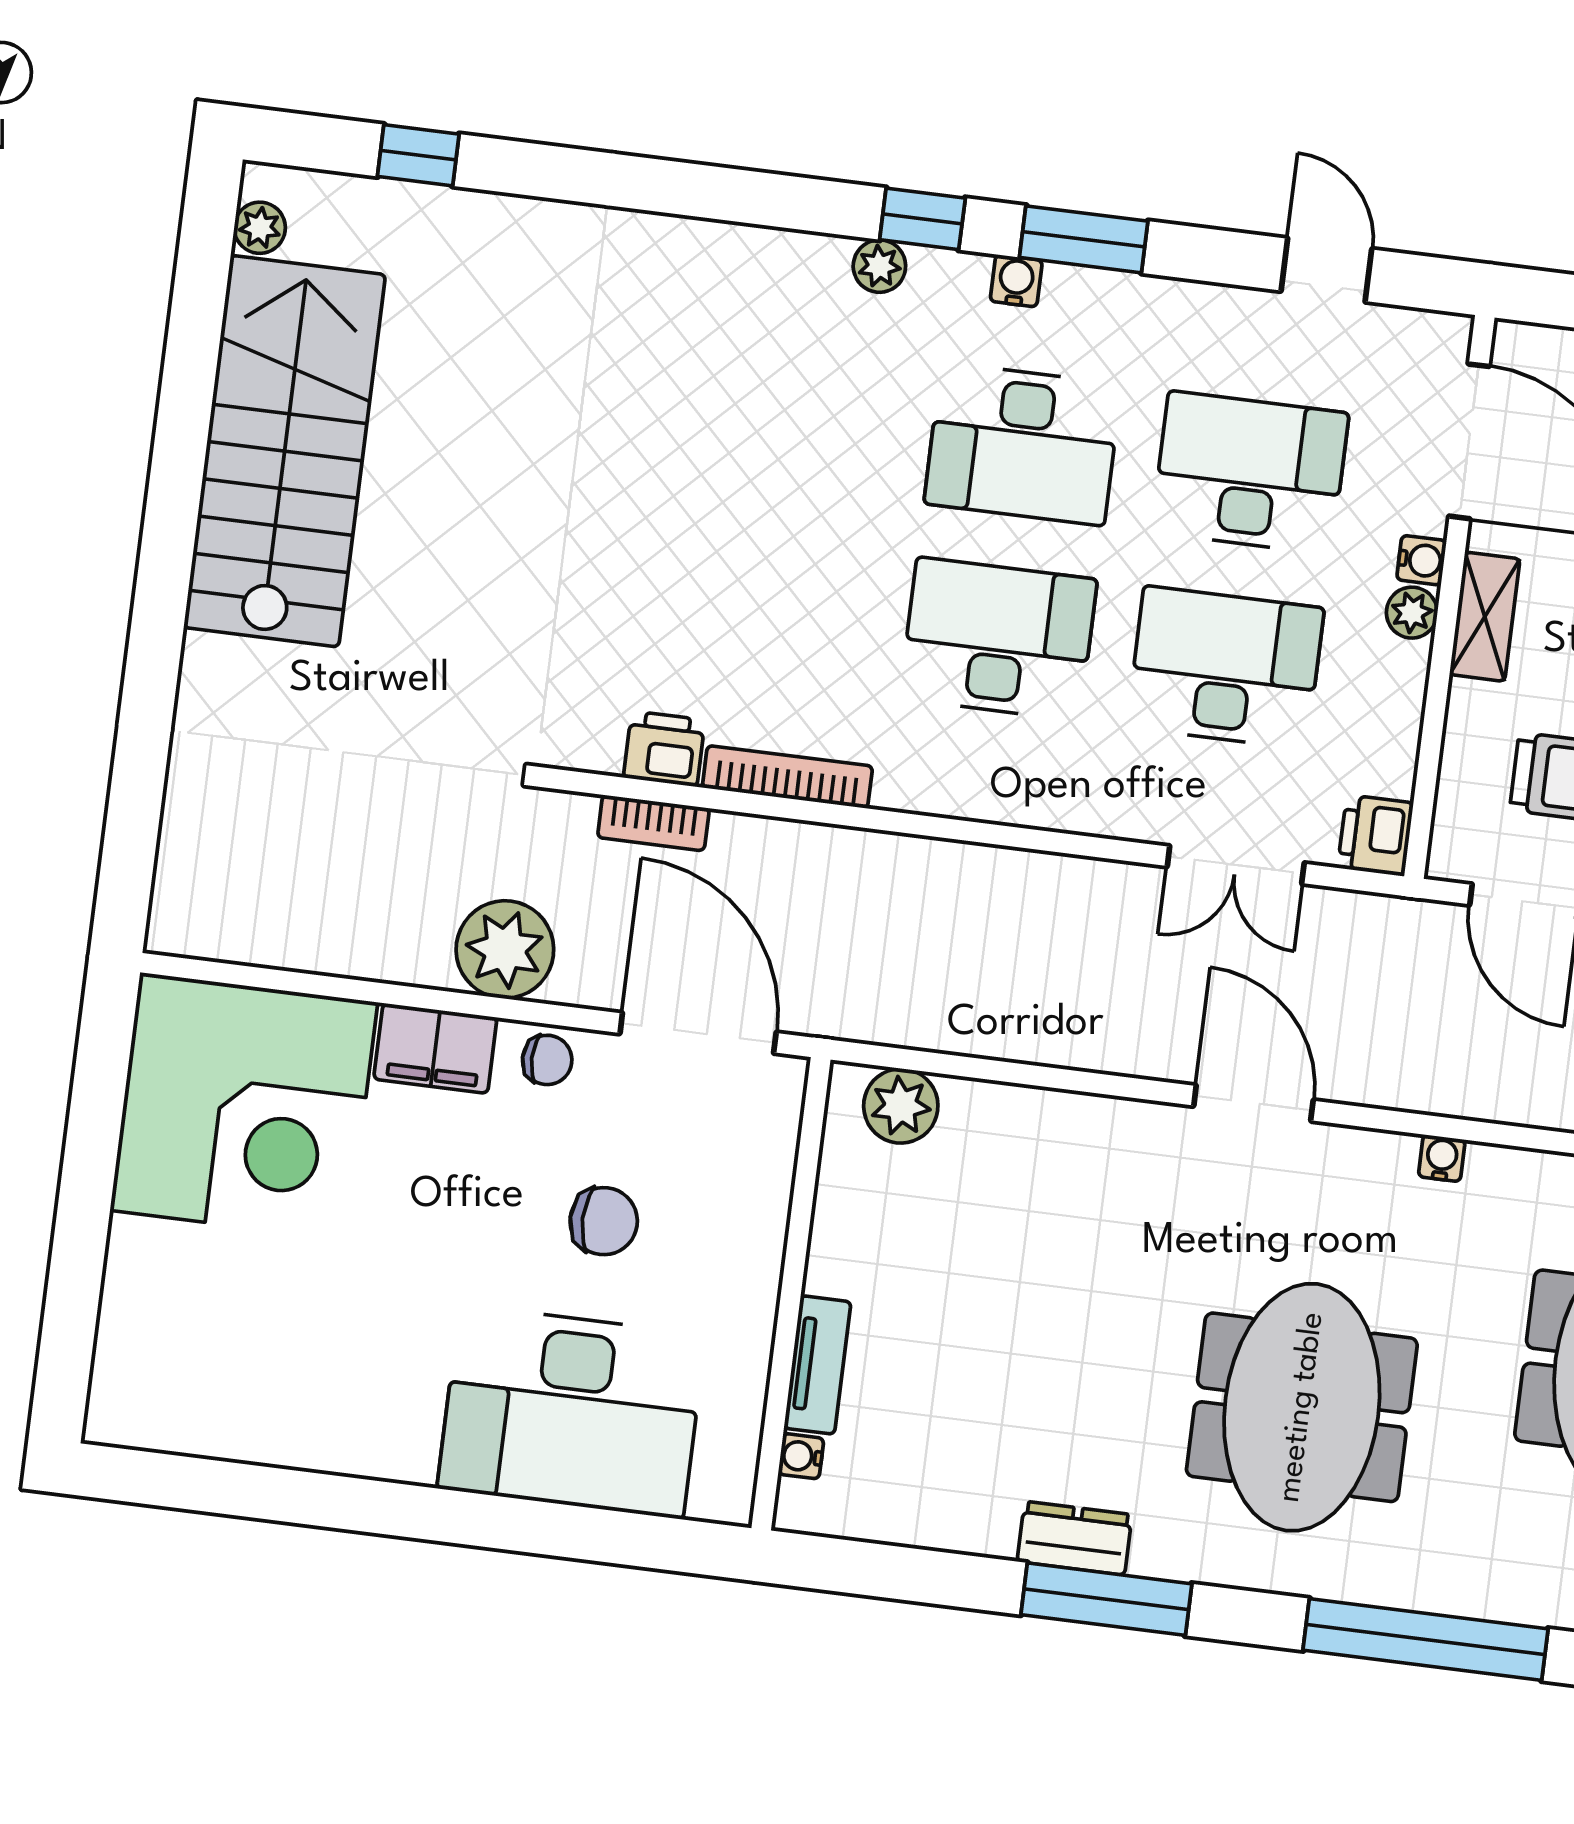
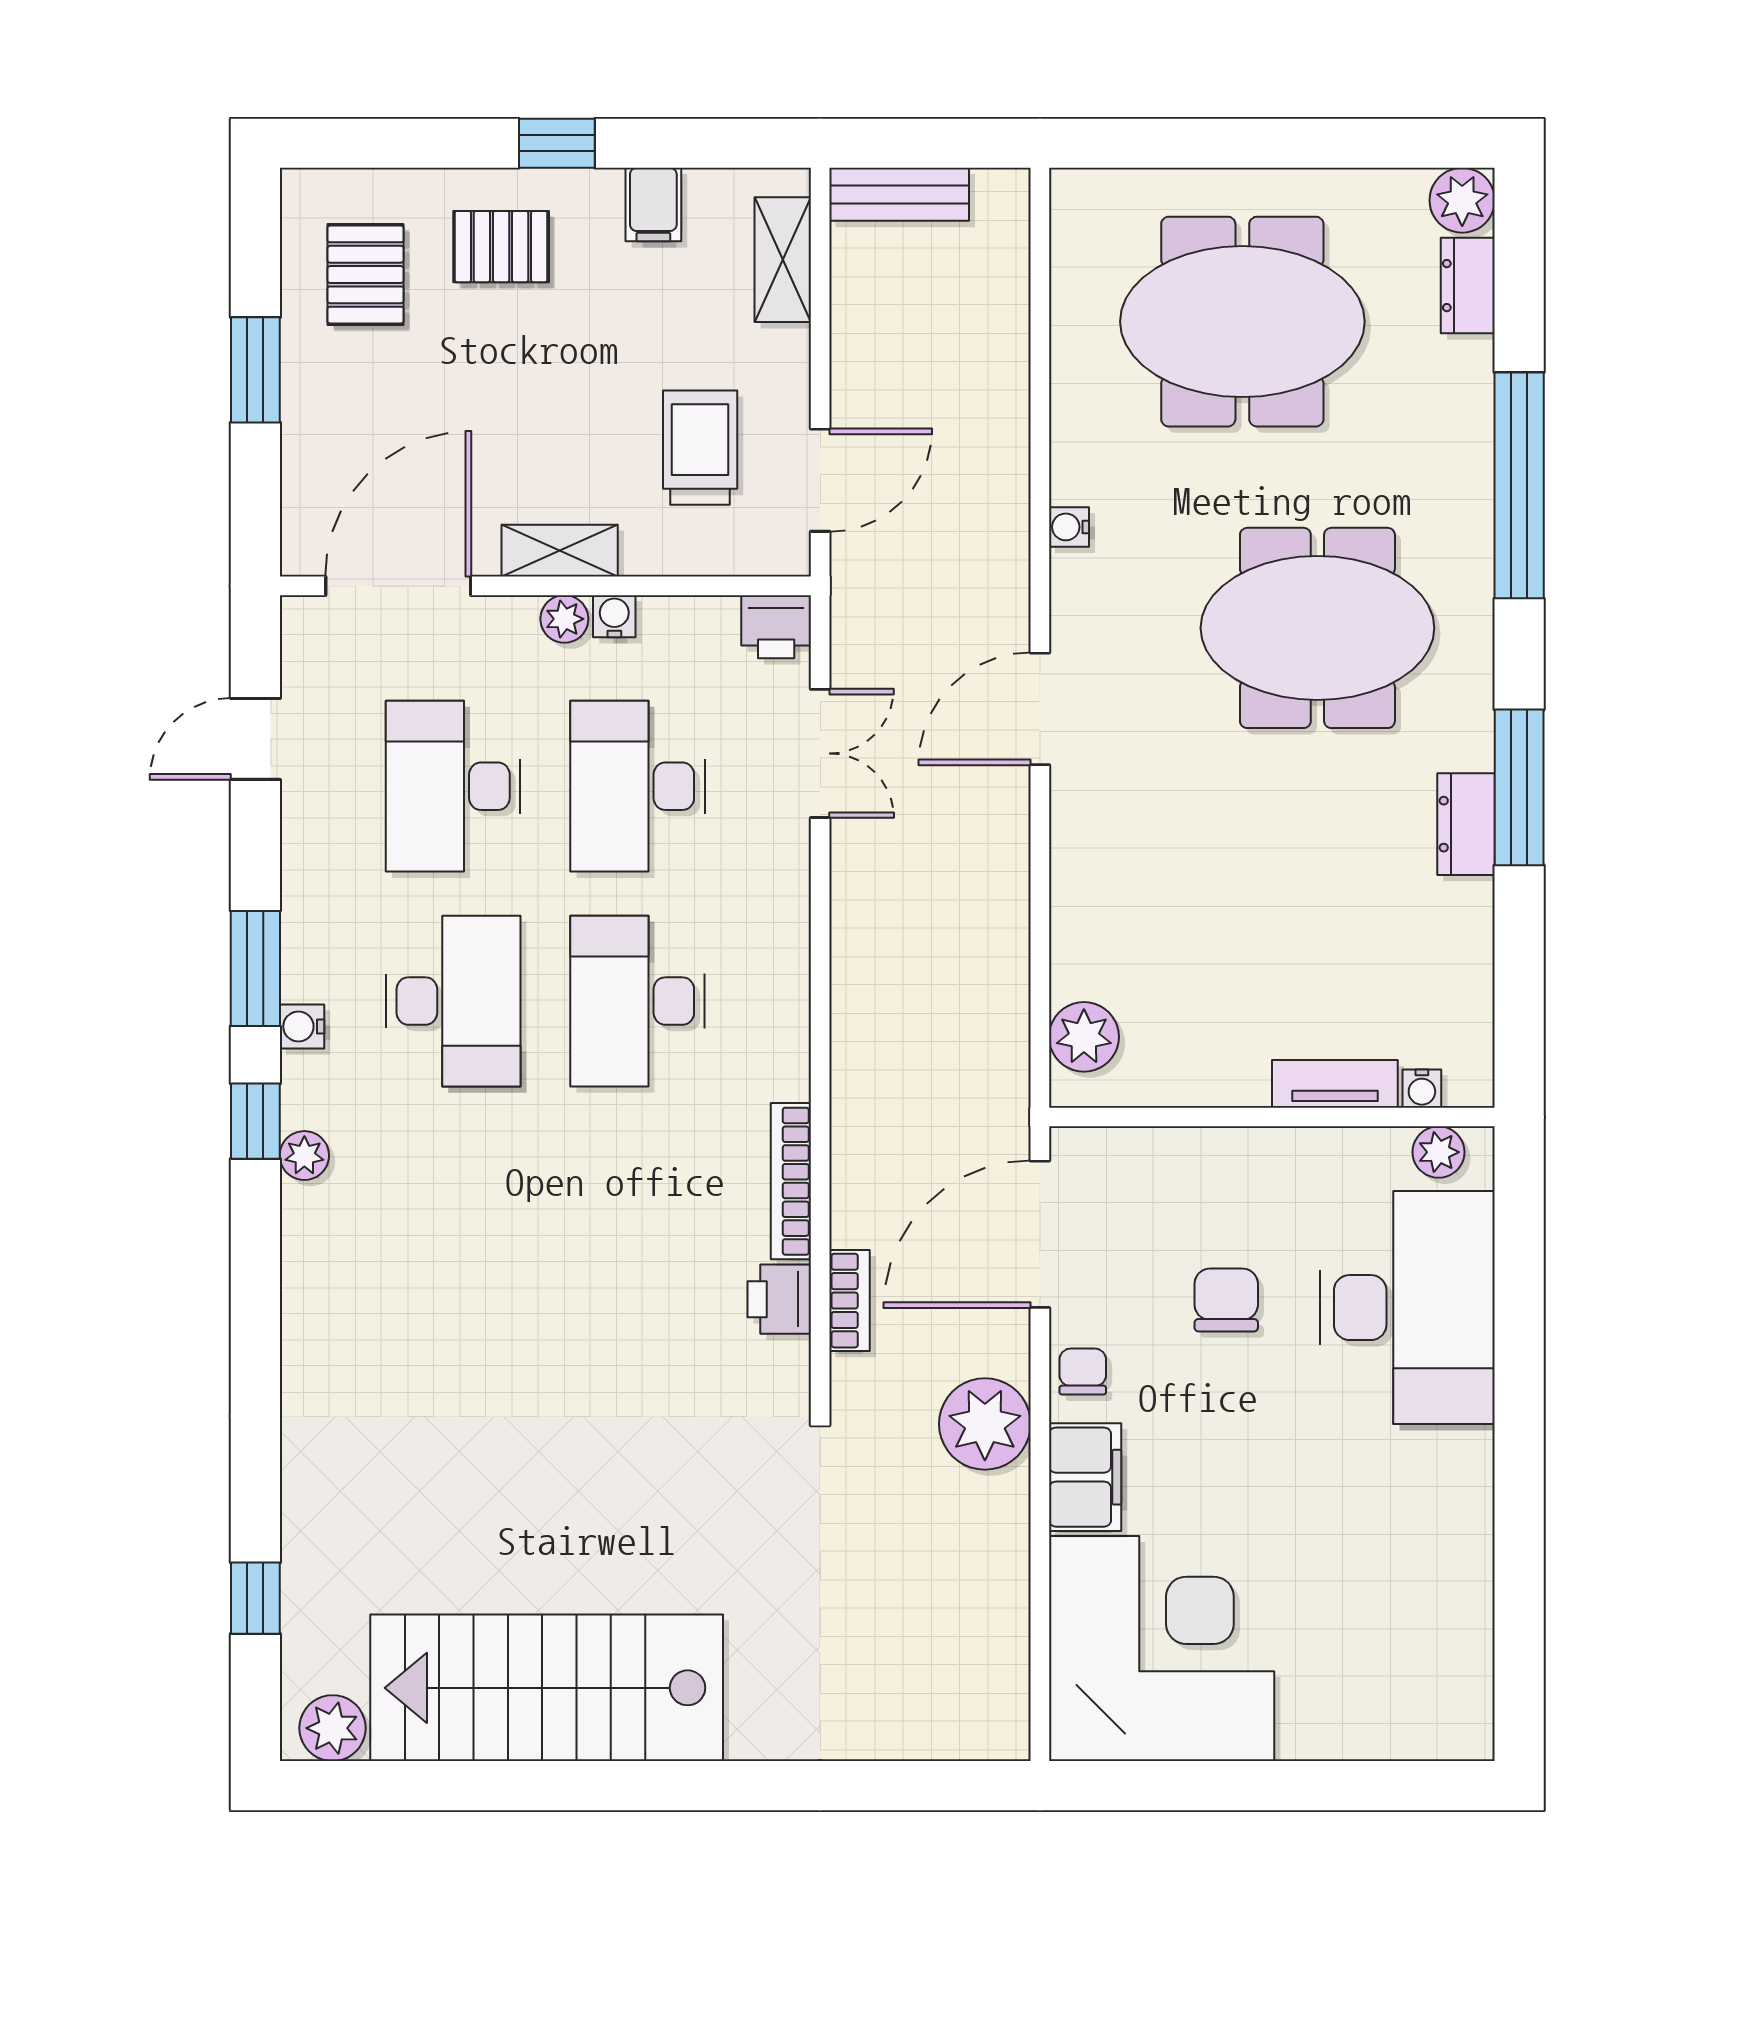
plant: (260, 228) -> (333, 1728), width x1.38, depth x1.38
water cooler: (1421, 560) -> (614, 616), moved
plant: (732, 1465) -> (1439, 1152), added

